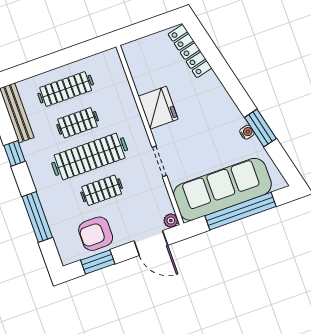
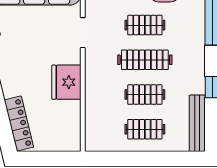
clothes rail: (66, 89) -> (145, 129), width x0.73
clothes rail: (90, 157) -> (145, 60), width x0.73, depth x0.76

